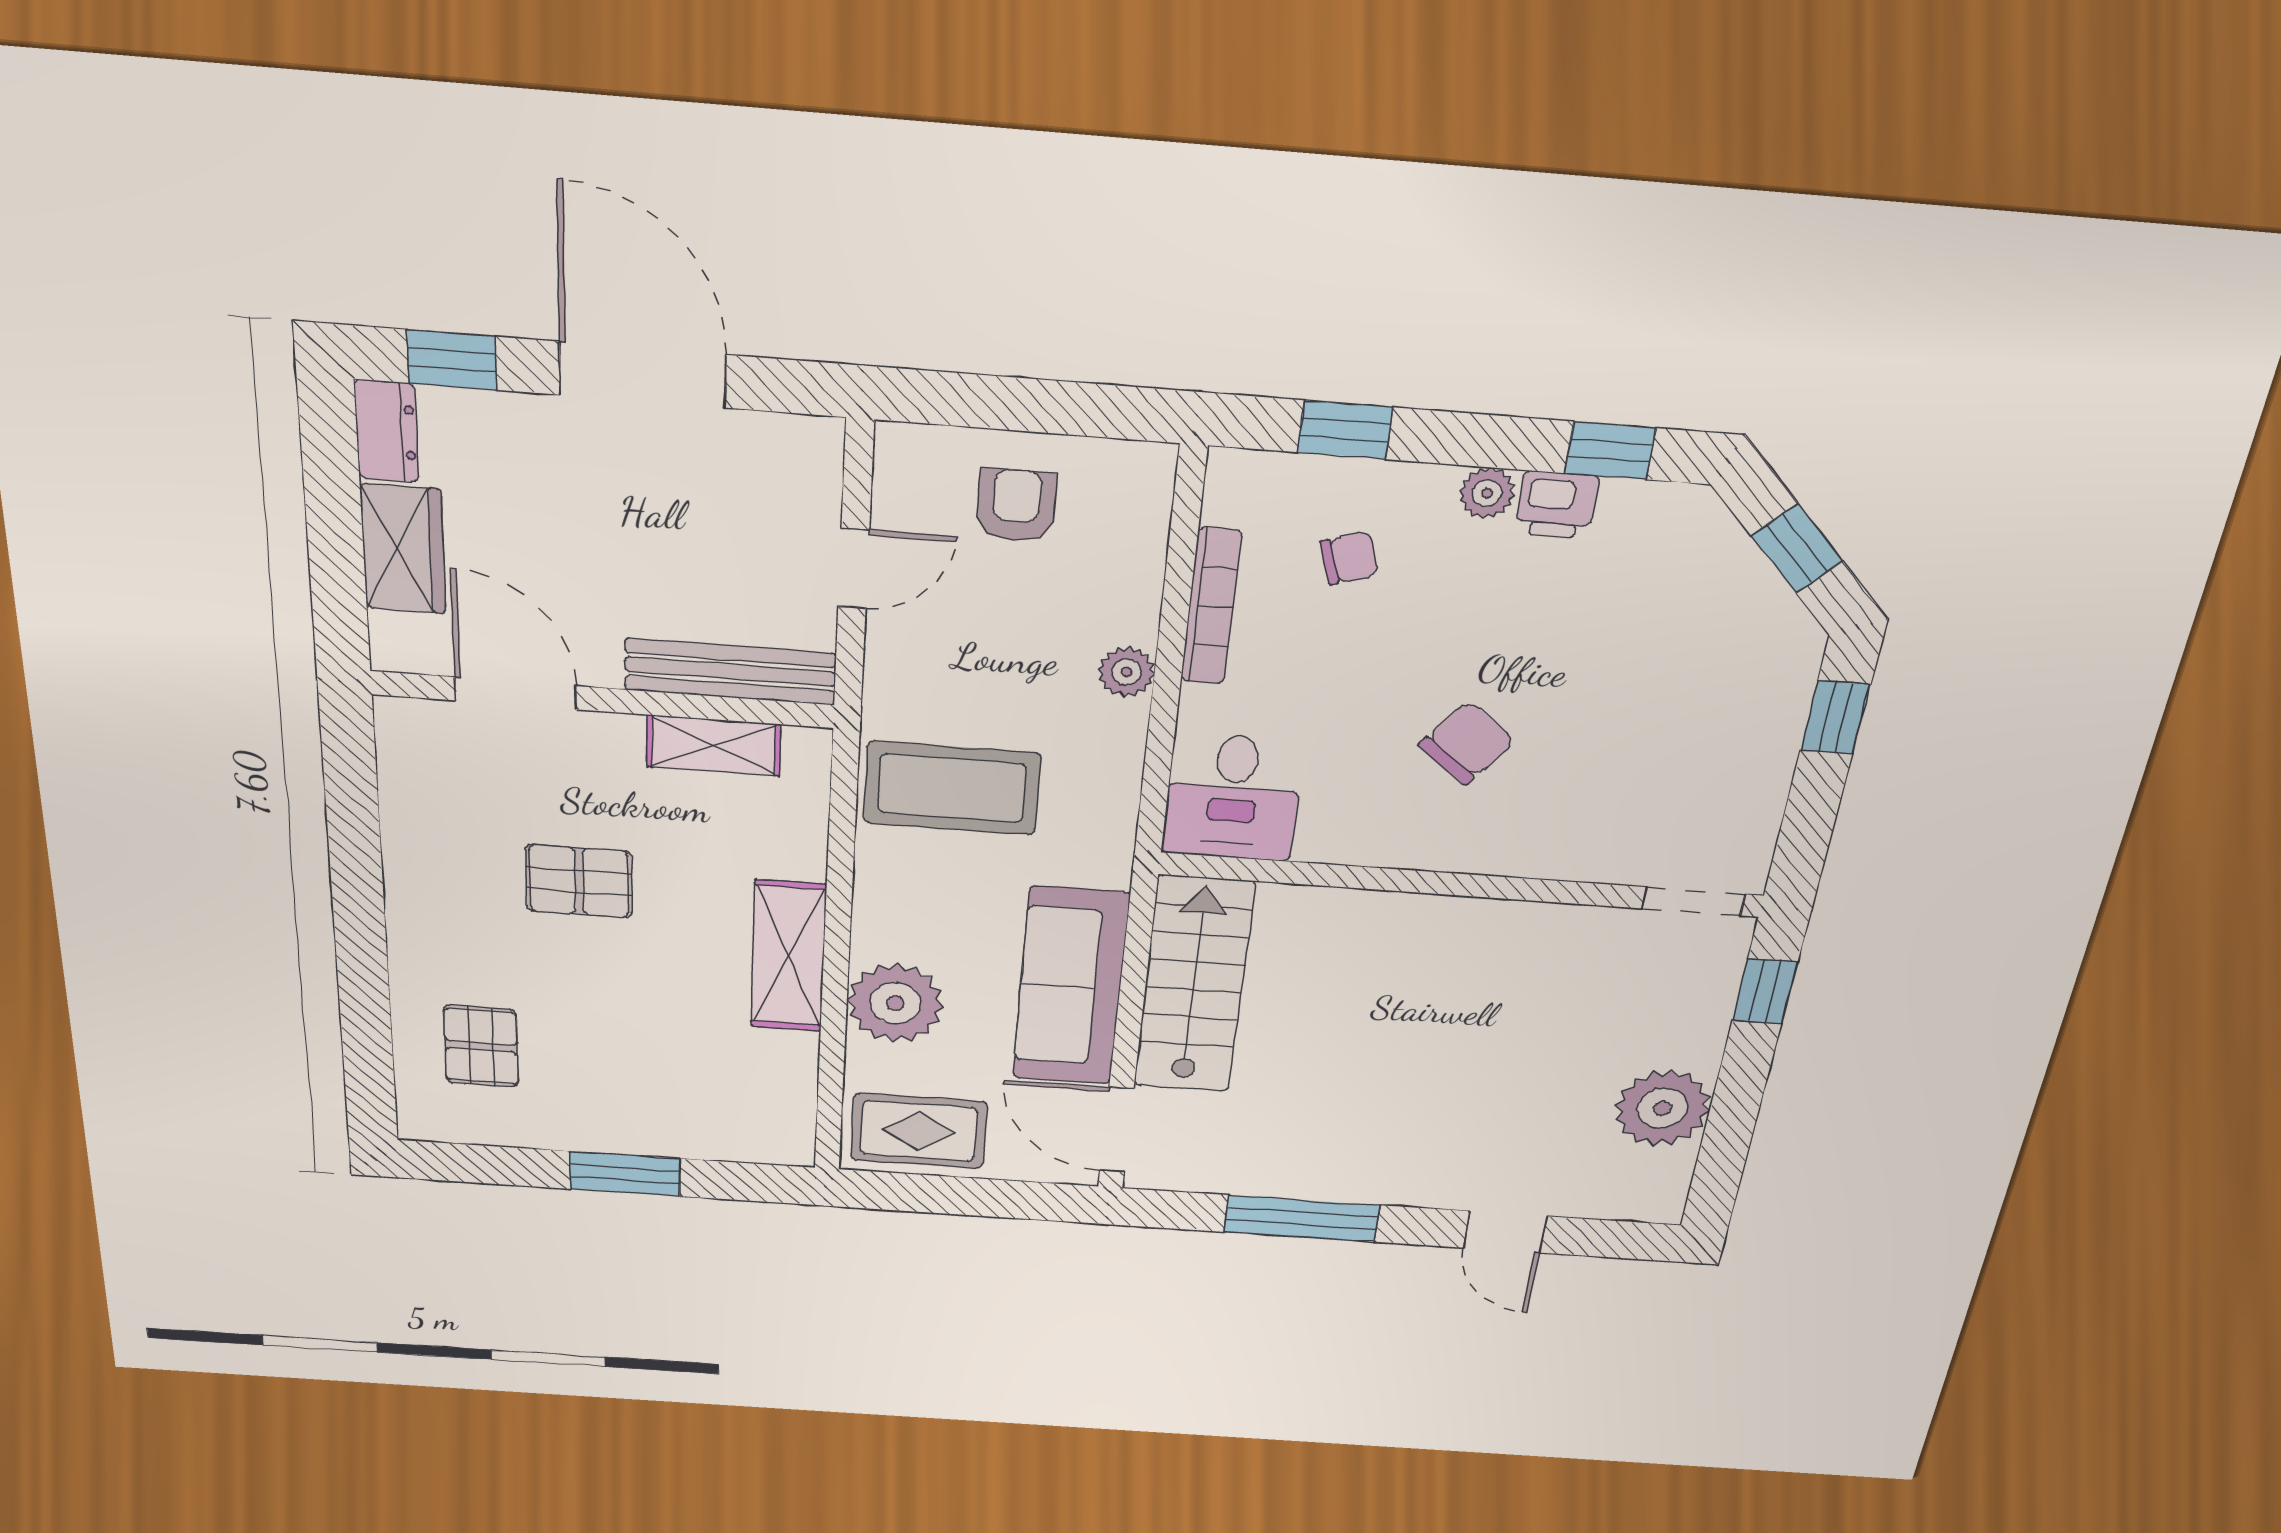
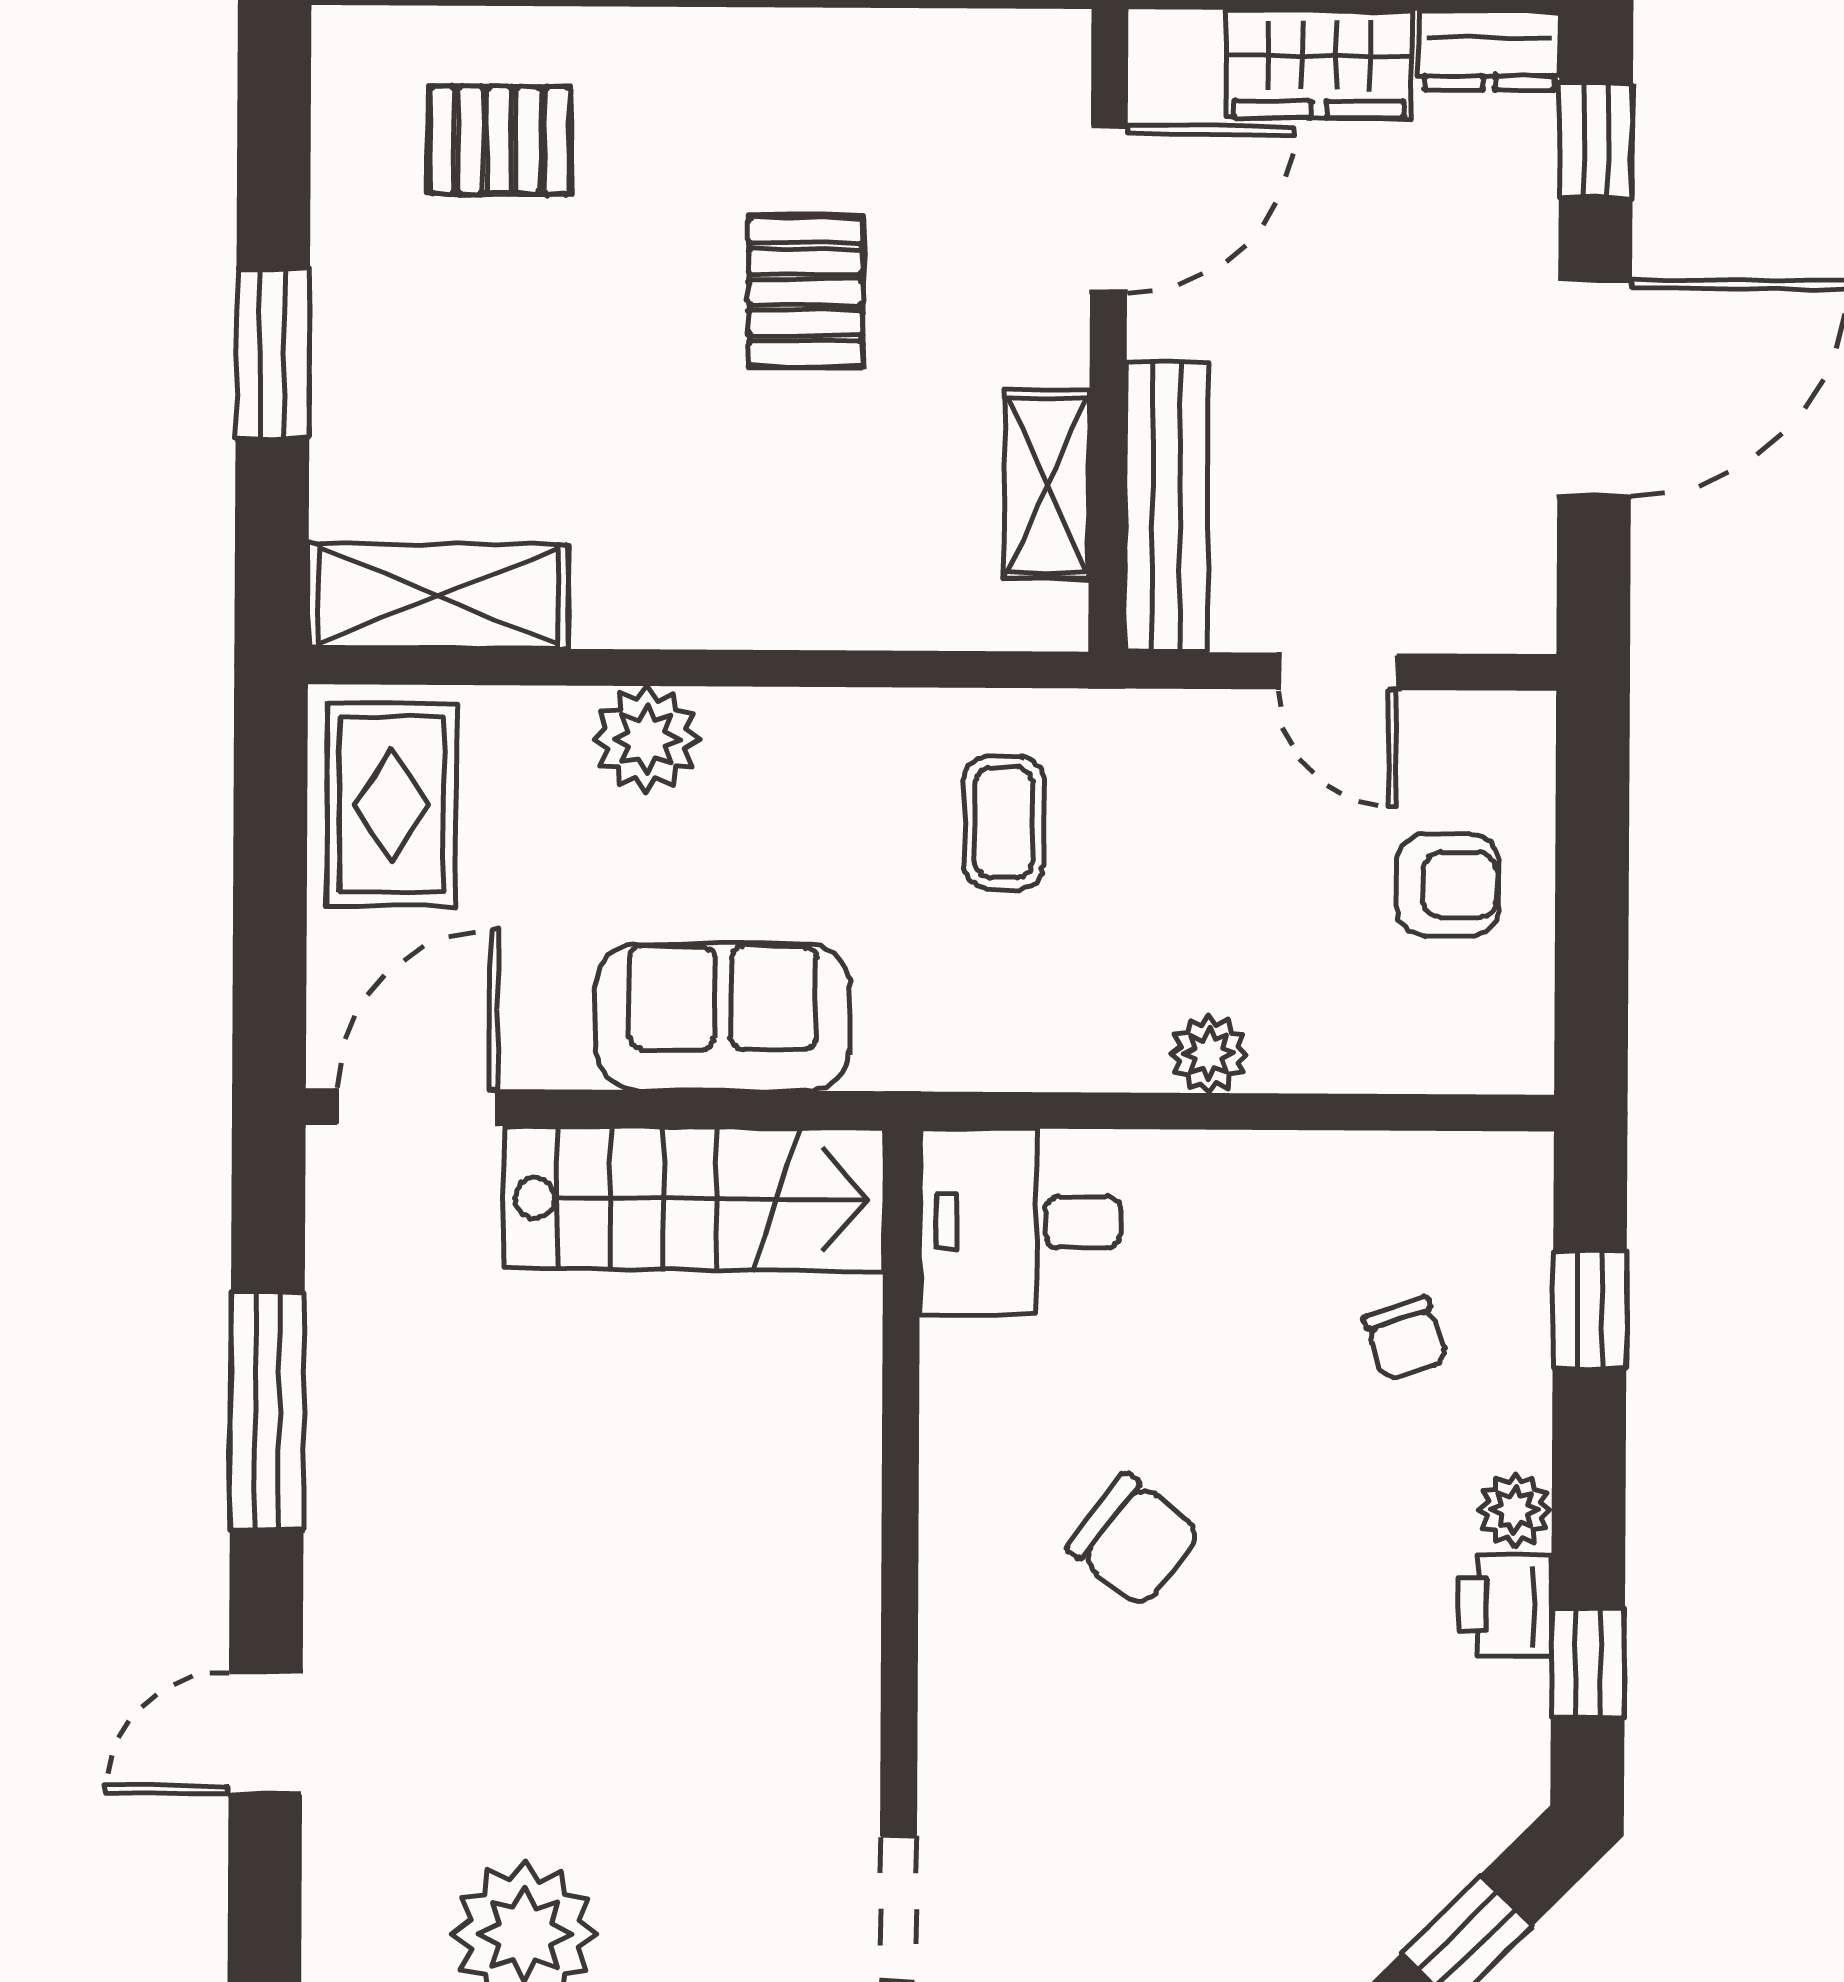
bookcase: (1211, 606) -> (1318, 1160), removed
coffee table: (952, 788) -> (1004, 823), width x0.54, depth x0.58
shelving: (788, 956) -> (438, 596), moved
sofa: (1071, 987) -> (723, 1017), width x0.73
plant: (895, 1003) -> (647, 739), width x0.73, depth x0.73

